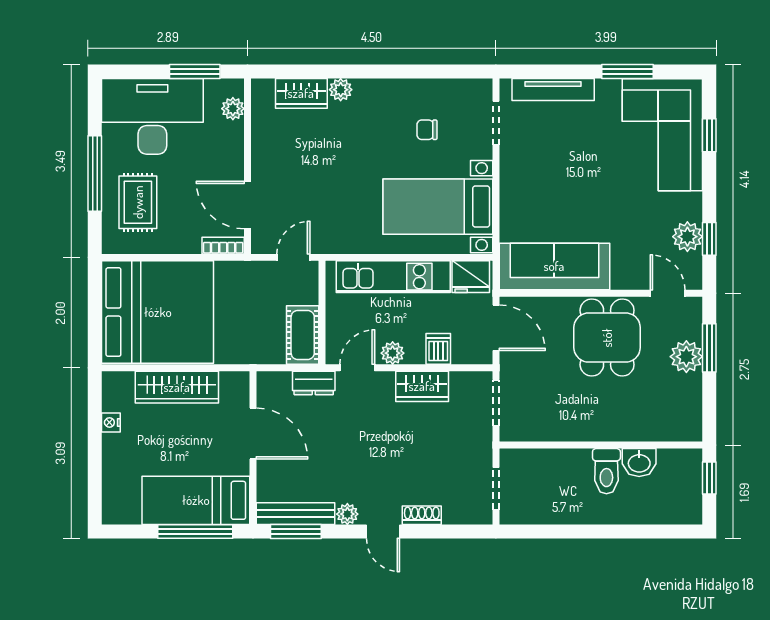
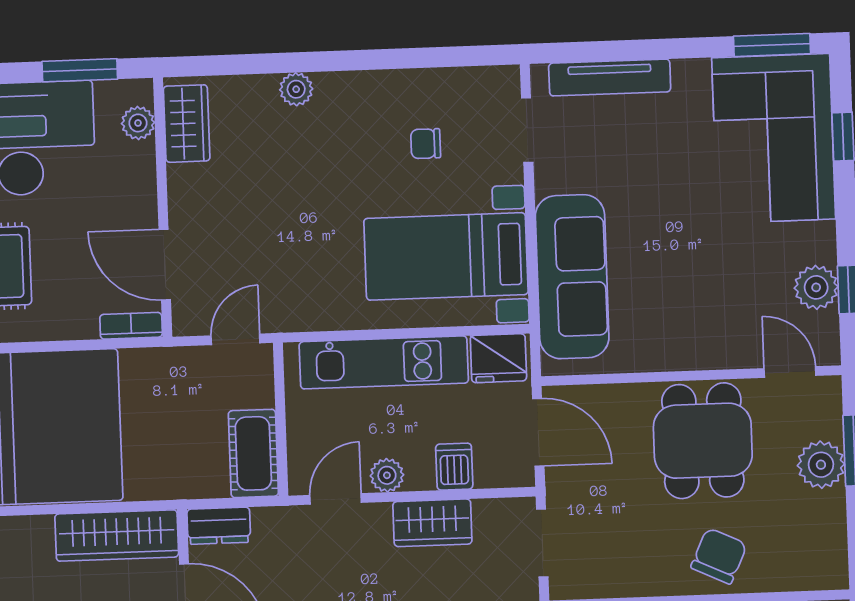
window: (628, 72) -> (772, 45), moved
wardrobe: (301, 93) -> (187, 124), moved, turned -90
sofa: (554, 266) -> (572, 277), moved, turned 90
dresser: (314, 383) -> (219, 526), moved
wardrobe: (177, 387) -> (117, 535), moved
chair: (615, 416) -> (719, 556), added

